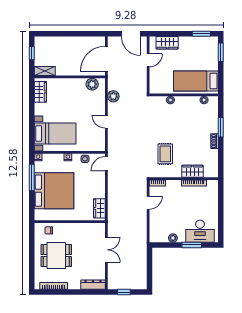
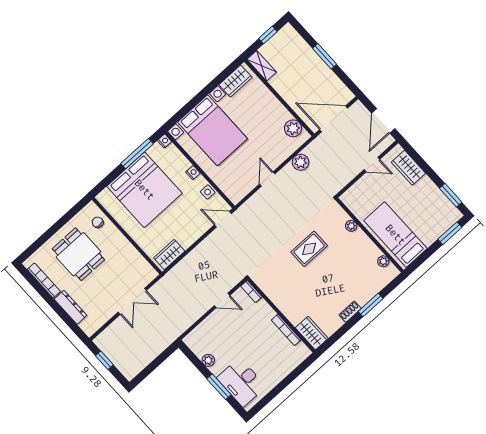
window: (69, 34) -> (325, 56), added
bed with nightstands: (55, 134) -> (212, 130), width x1.36
rug: (165, 154) -> (309, 249), moved
wardrobe: (193, 171) -> (312, 333), moved
dresser: (93, 285) -> (70, 307), moved

